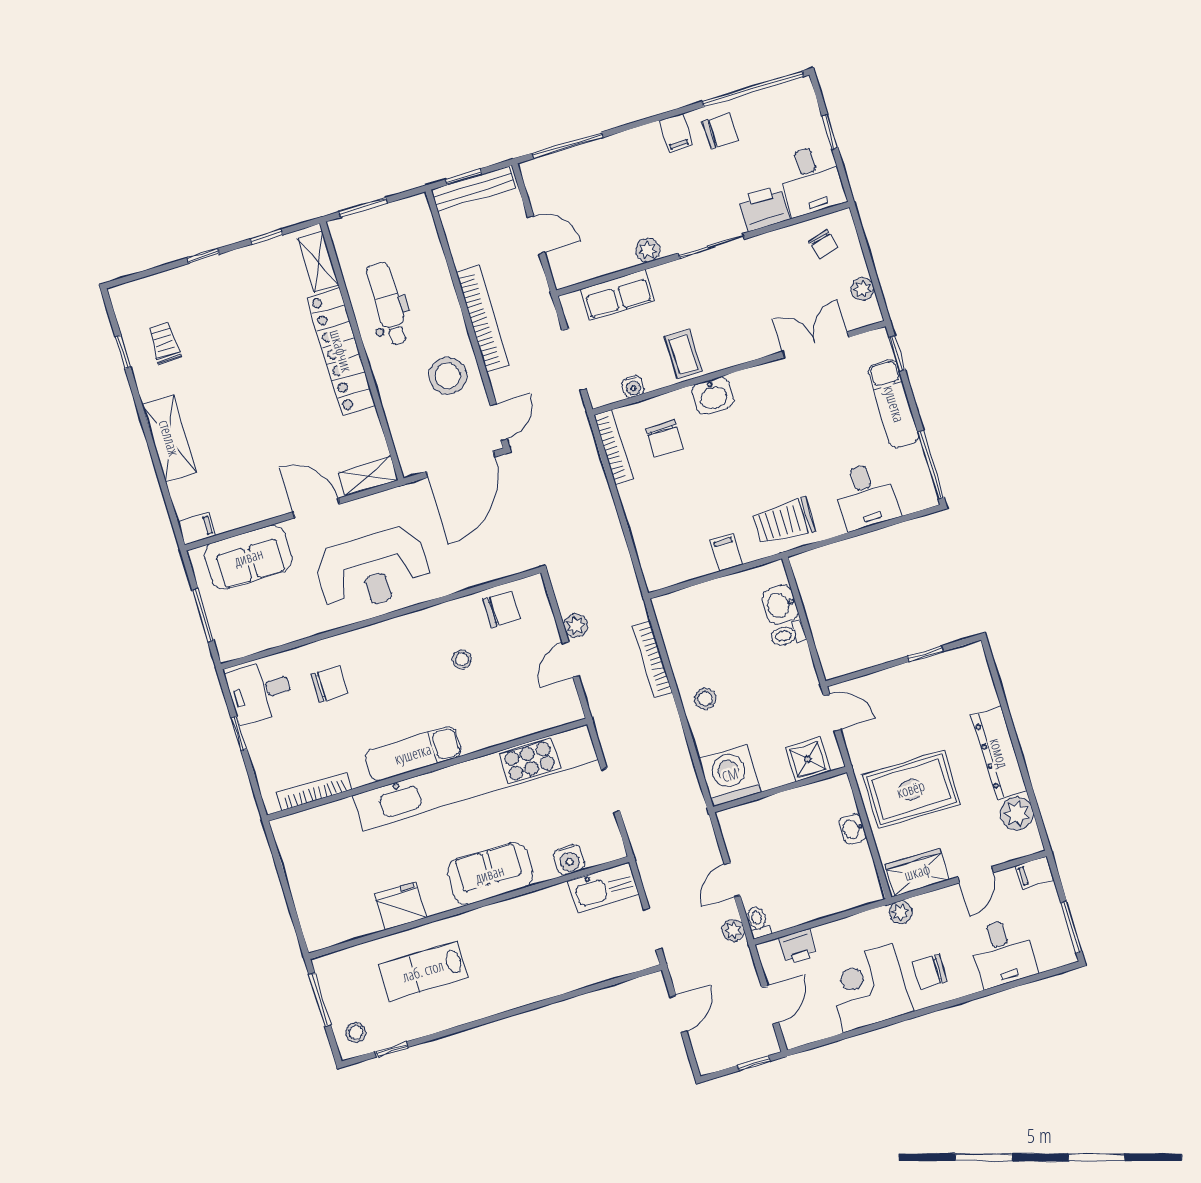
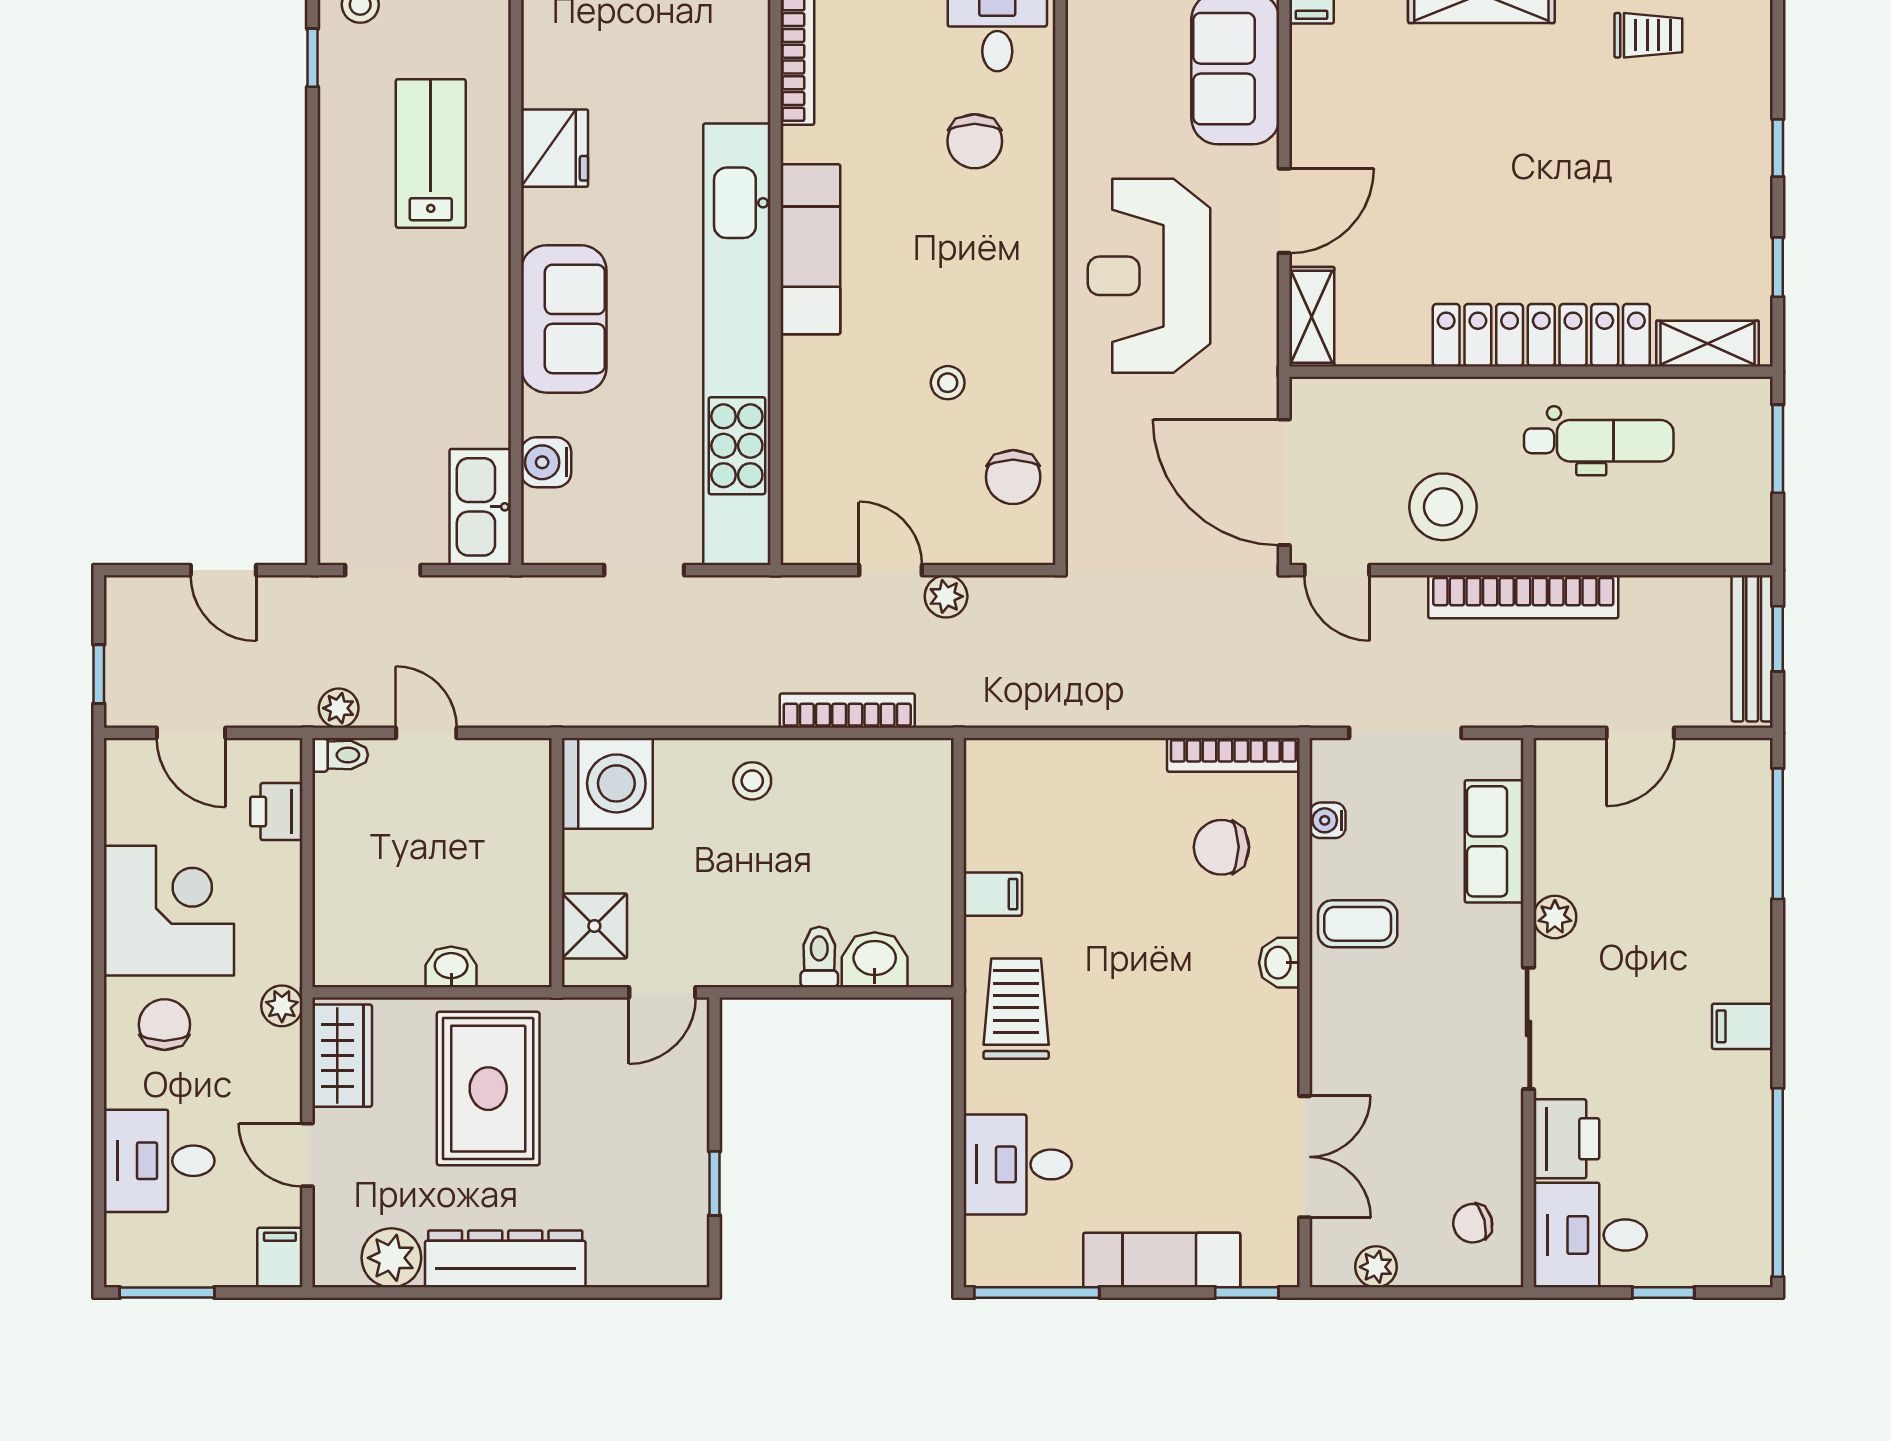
chair: (720, 131) -> (1723, 1104), removed
washbasin: (713, 396) -> (1279, 963), width x0.72, depth x0.69

